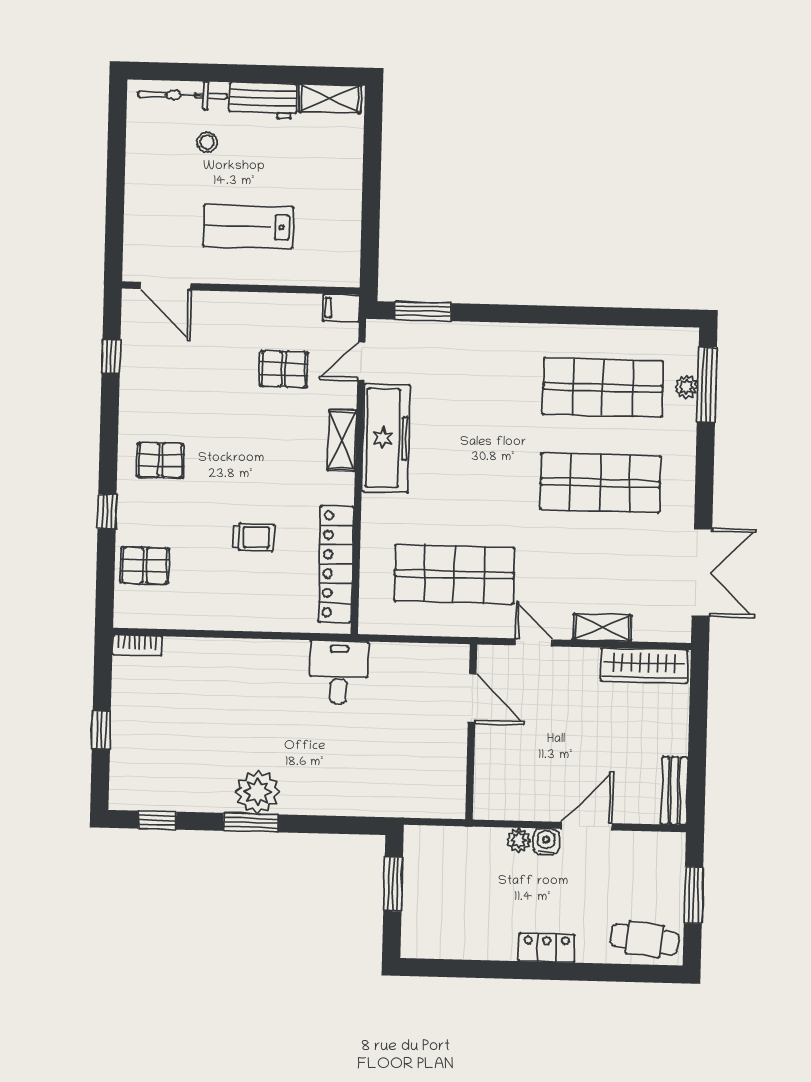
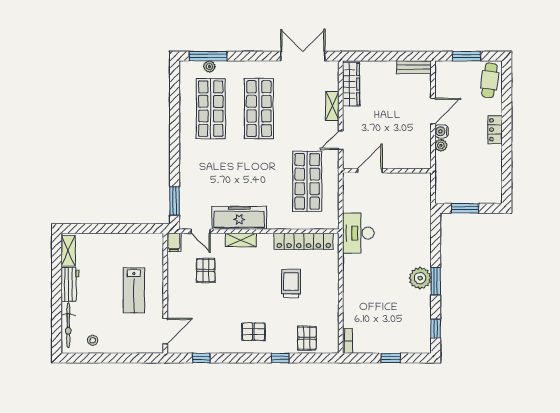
stool: (207, 142) -> (93, 340), moved
pallet: (160, 460) -> (253, 332), turned 90
trolley: (254, 537) -> (291, 284), width x1.36, depth x1.39
desk: (339, 672) -> (358, 233), width x1.37
door: (587, 826) -> (433, 111), swing flipped

